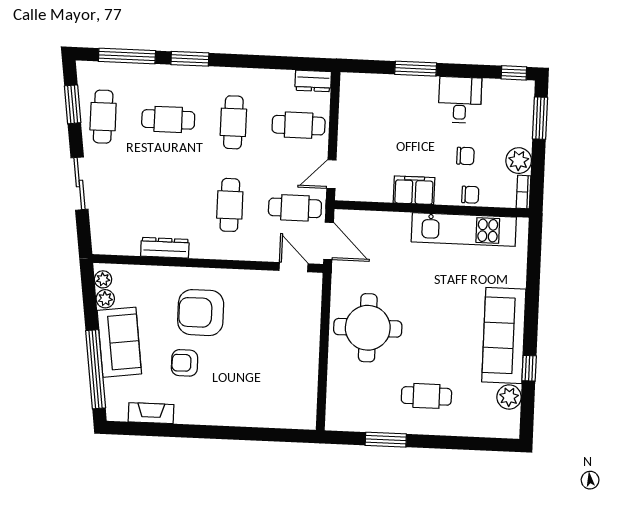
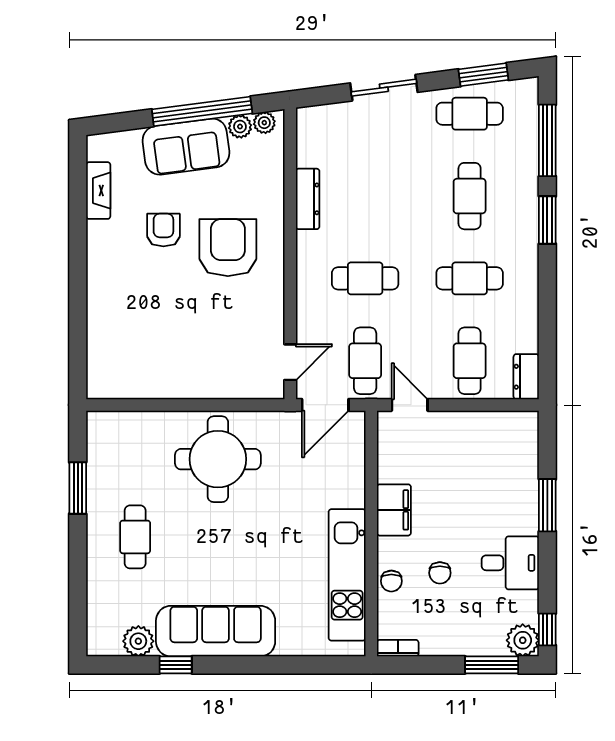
plant: (519, 161) -> (523, 640), moved
window: (96, 369) -> (202, 111), moved

